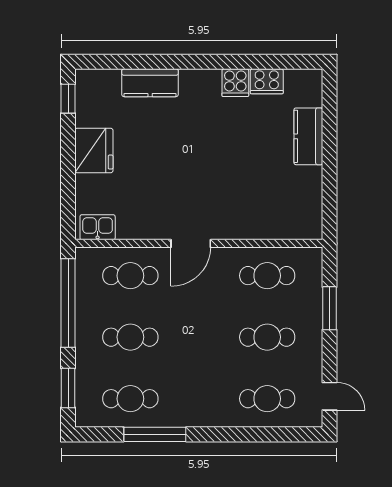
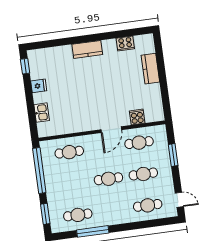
kitchen counter: (150, 83) -> (87, 49), moved
cooker: (235, 83) -> (137, 117), moved, turned 180
fridge: (94, 150) -> (39, 86), width x0.53, depth x0.75
kitchen sink: (98, 227) -> (42, 113), moved, turned 90
door: (191, 243) -> (111, 130), moved
cafe table: (130, 337) -> (108, 179), moved

